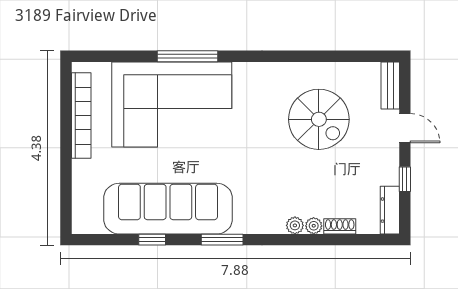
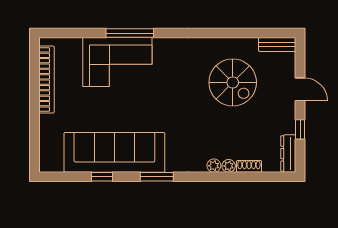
bench: (390, 85) -> (277, 44), moved, turned 90
corner sofa: (172, 104) -> (117, 62), width x0.73, depth x0.74

